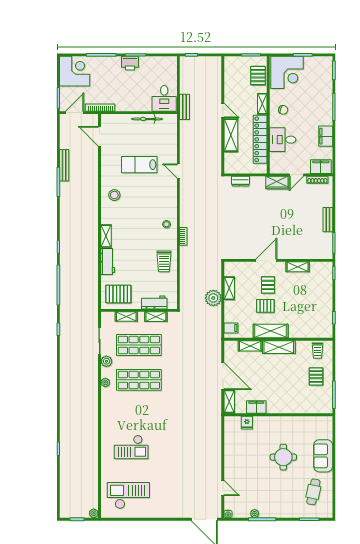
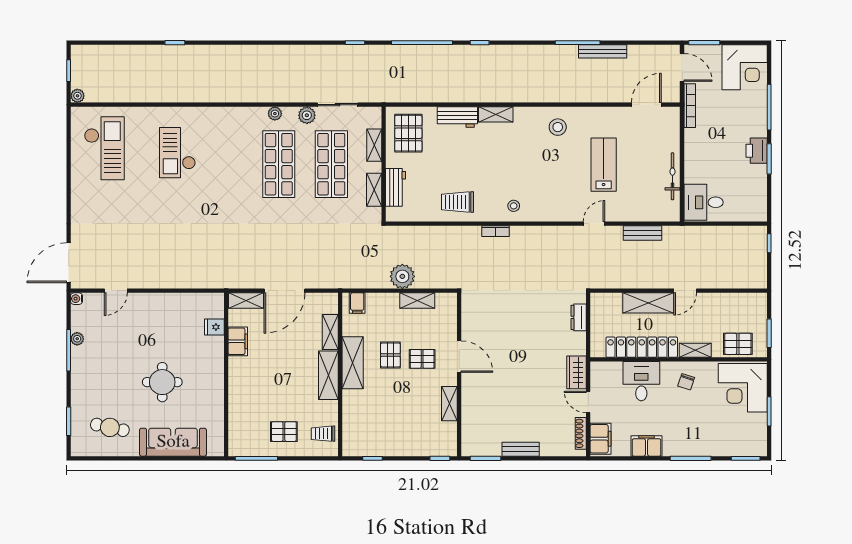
bench: (185, 107) -> (643, 233), moved
sofa: (323, 456) -> (173, 442), width x1.36

